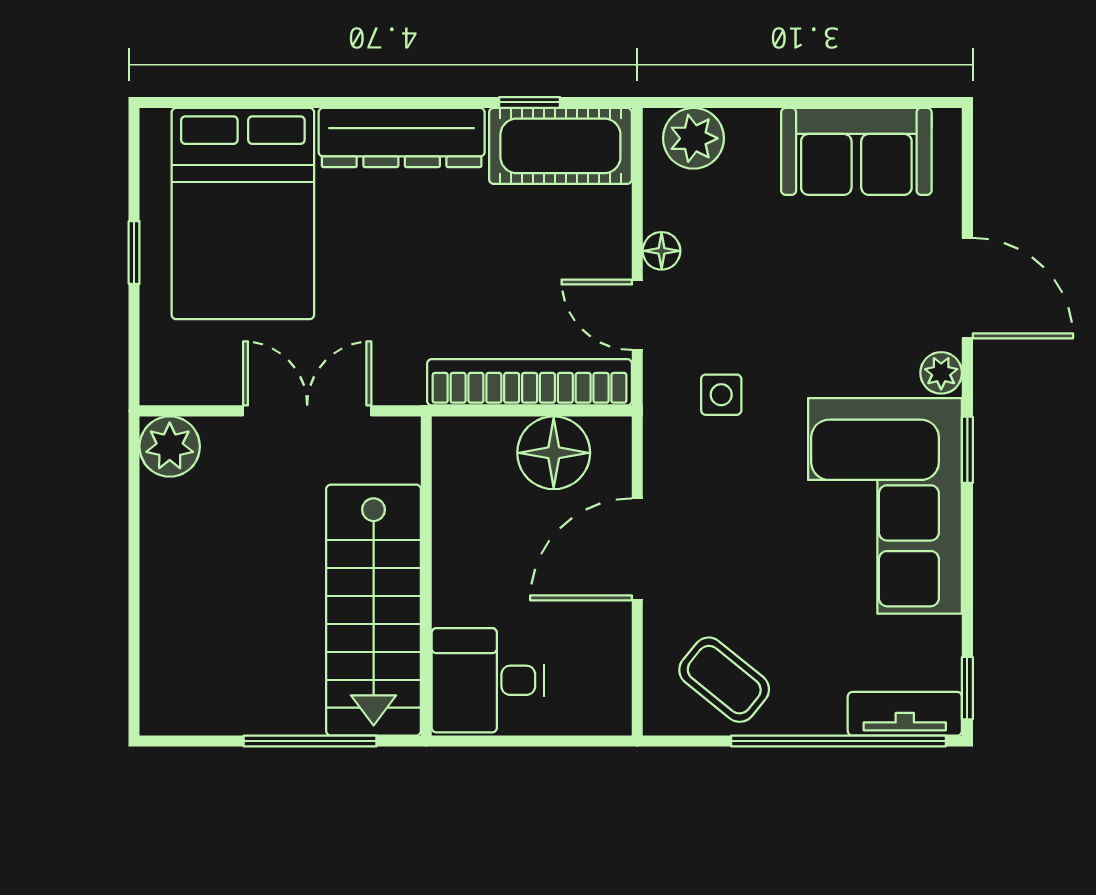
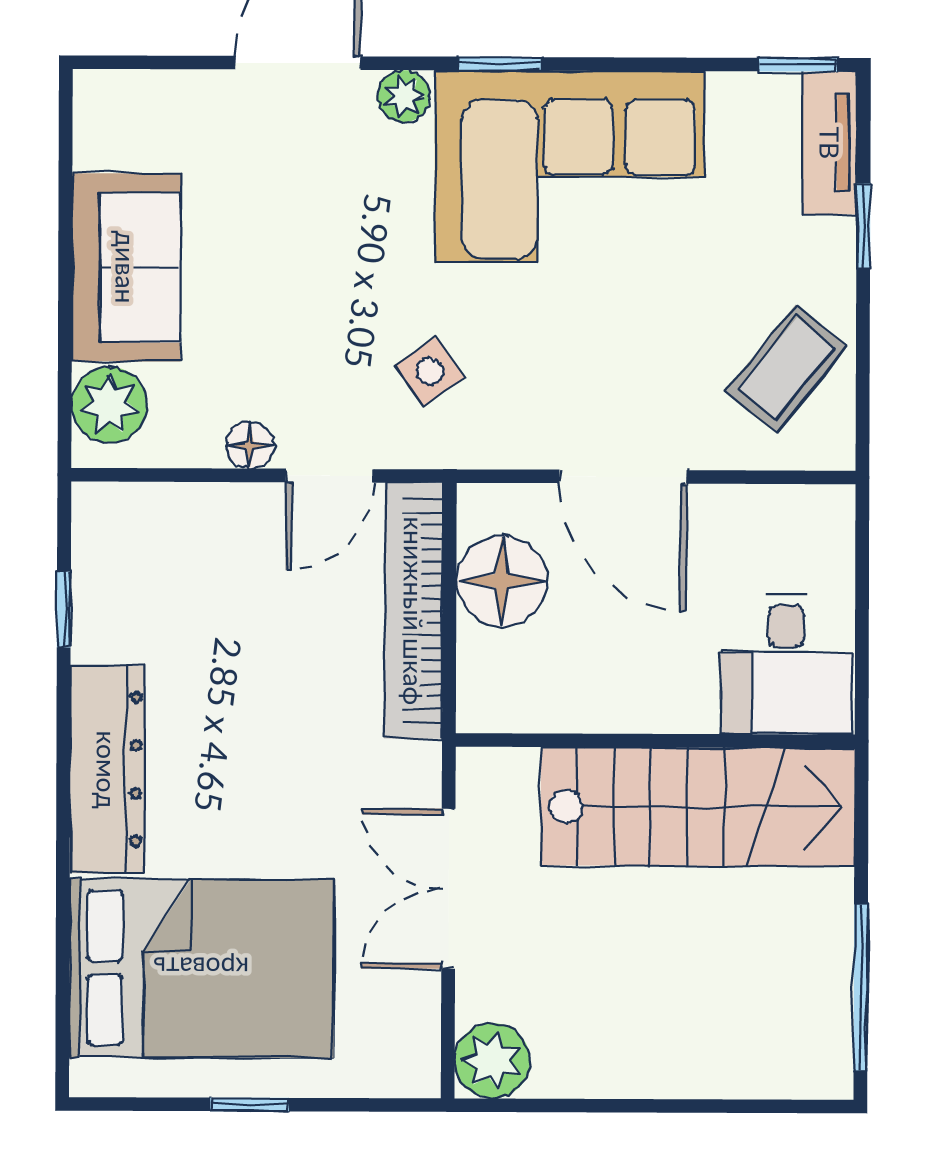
cot: (560, 146) -> (118, 571), removed
sofa: (856, 151) -> (126, 267), moved
side table: (721, 395) -> (430, 371), turned -35
window: (310, 741) -> (861, 988), moved
window: (838, 741) -> (863, 226), width x0.32

